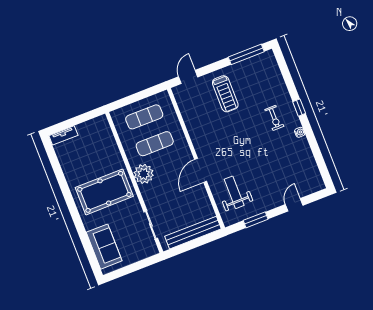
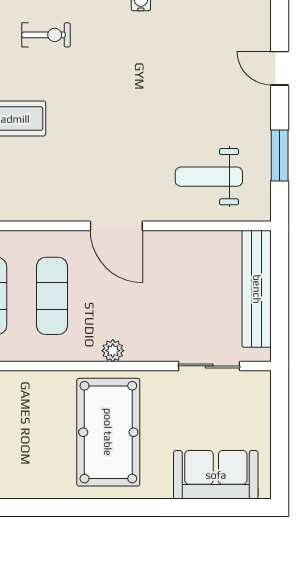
exercise bike: (274, 118) -> (46, 35), moved
door: (201, 170) -> (116, 226), moved
plant: (144, 174) -> (113, 351), width x0.53, depth x0.53

